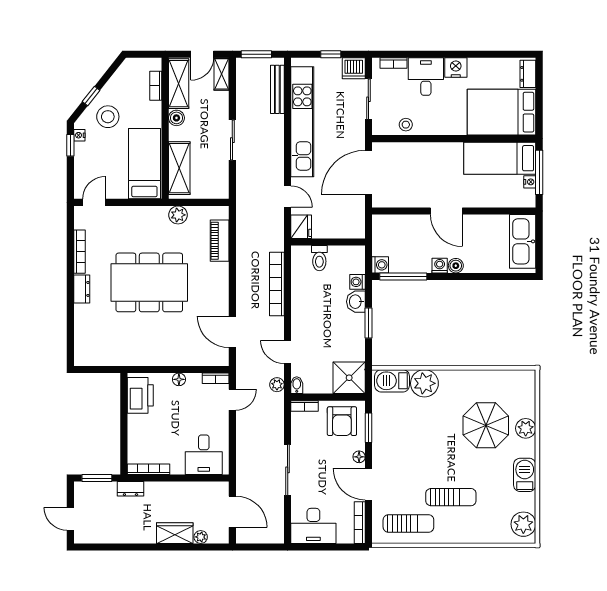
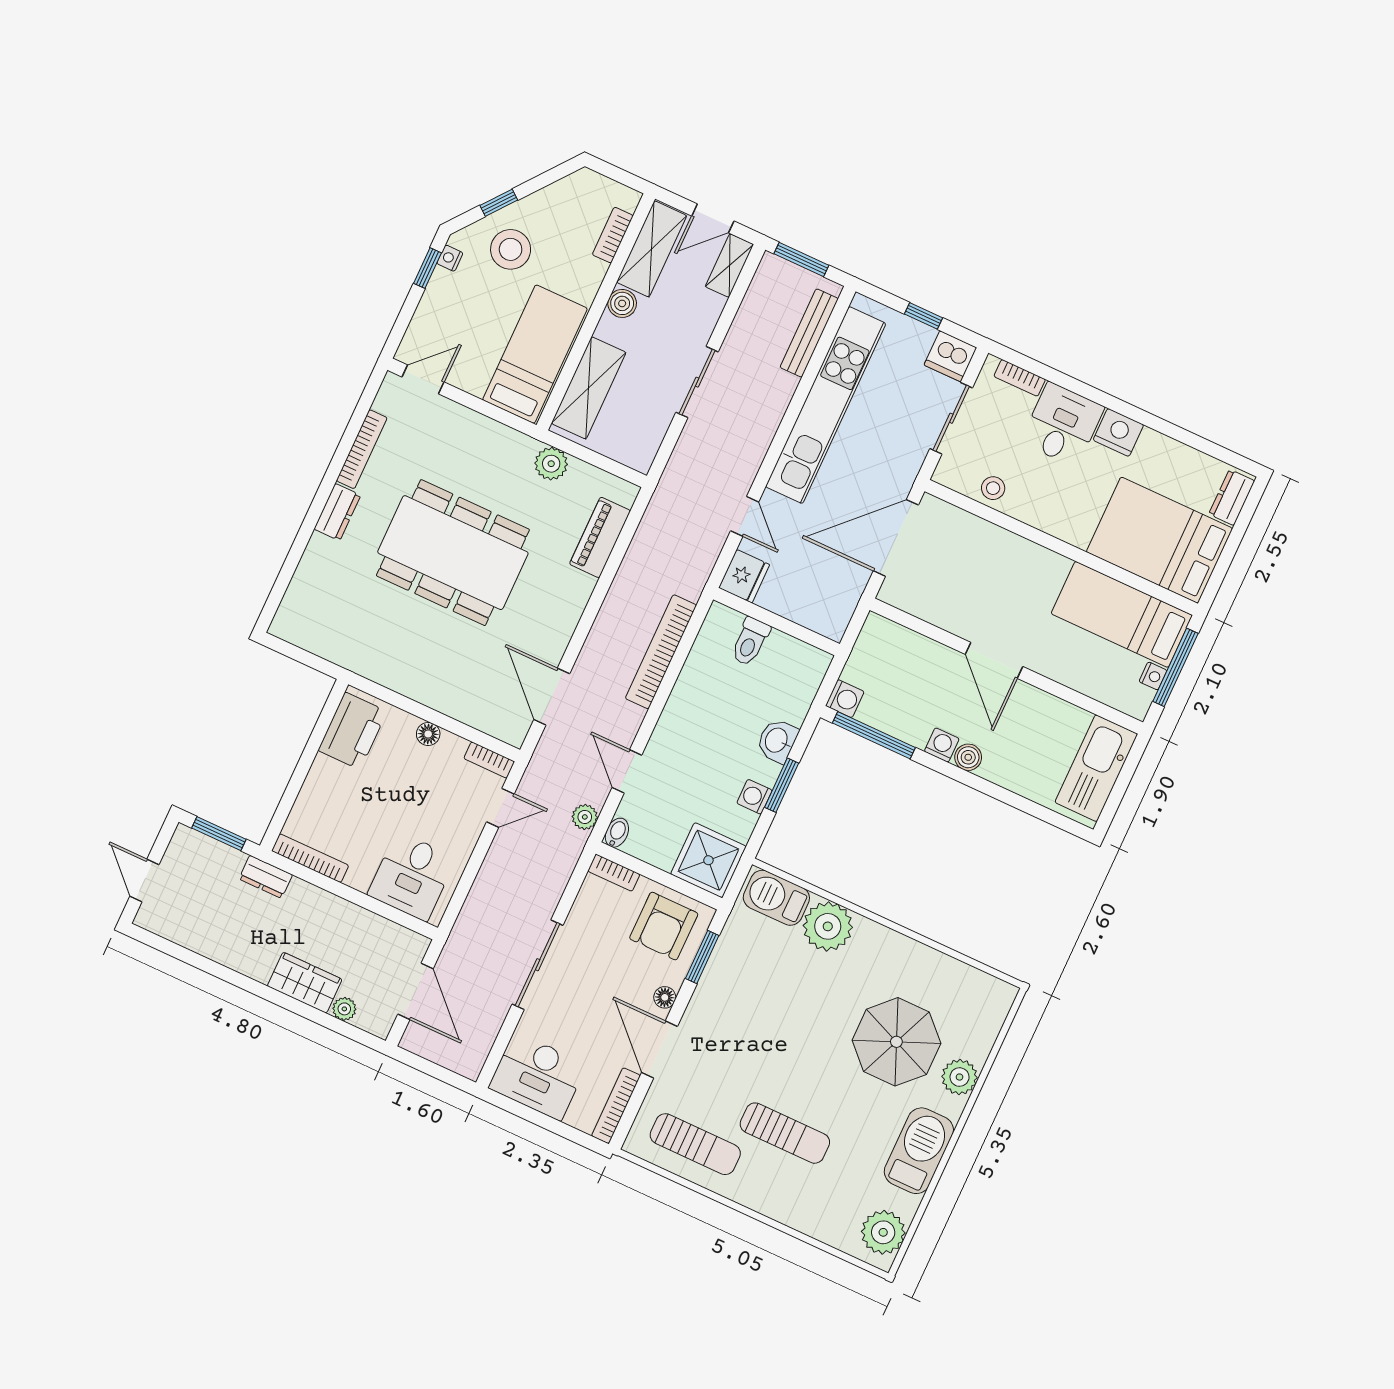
washing machine: (358, 282) -> (754, 797), moved
barbecue: (525, 475) -> (919, 1151), width x1.37, depth x1.21

